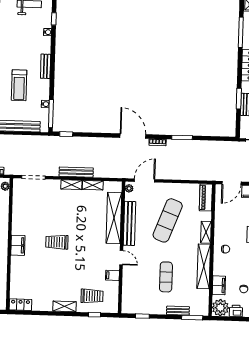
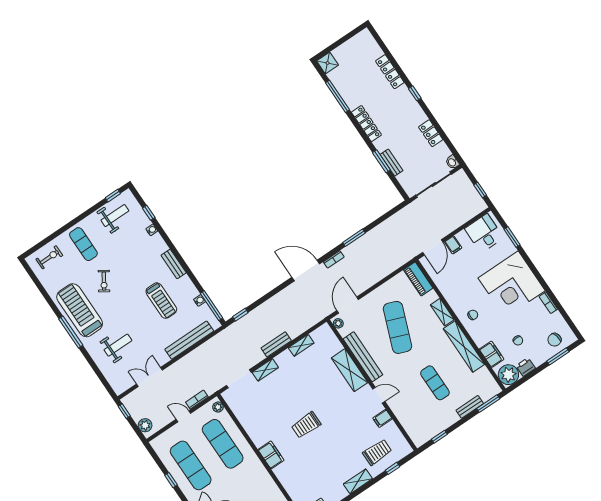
bench: (76, 172) -> (276, 344), width x0.73
shelving: (71, 185) -> (265, 370), moved
shelving: (114, 218) -> (350, 370), width x0.68

